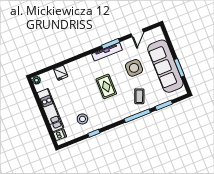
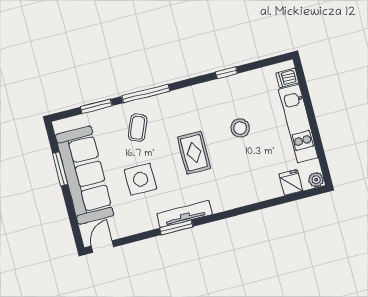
door: (137, 33) -> (103, 246), moved
fridge: (61, 73) -> (291, 182), moved
stool: (82, 119) -> (240, 128), moved

